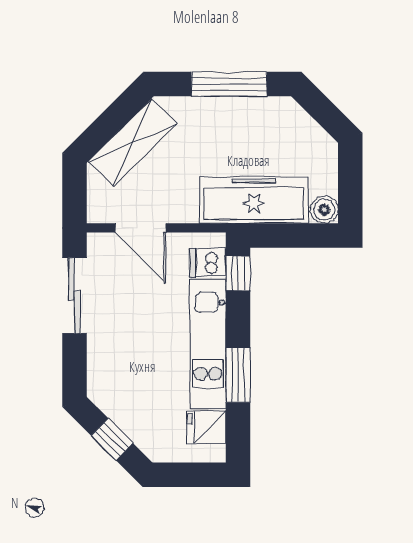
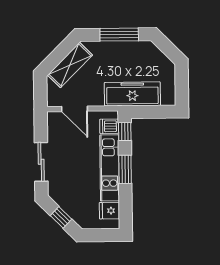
boiler: (324, 210) -> (169, 98), removed
sliding door: (74, 296) -> (41, 162), moved
window: (238, 375) -> (125, 169), moved

